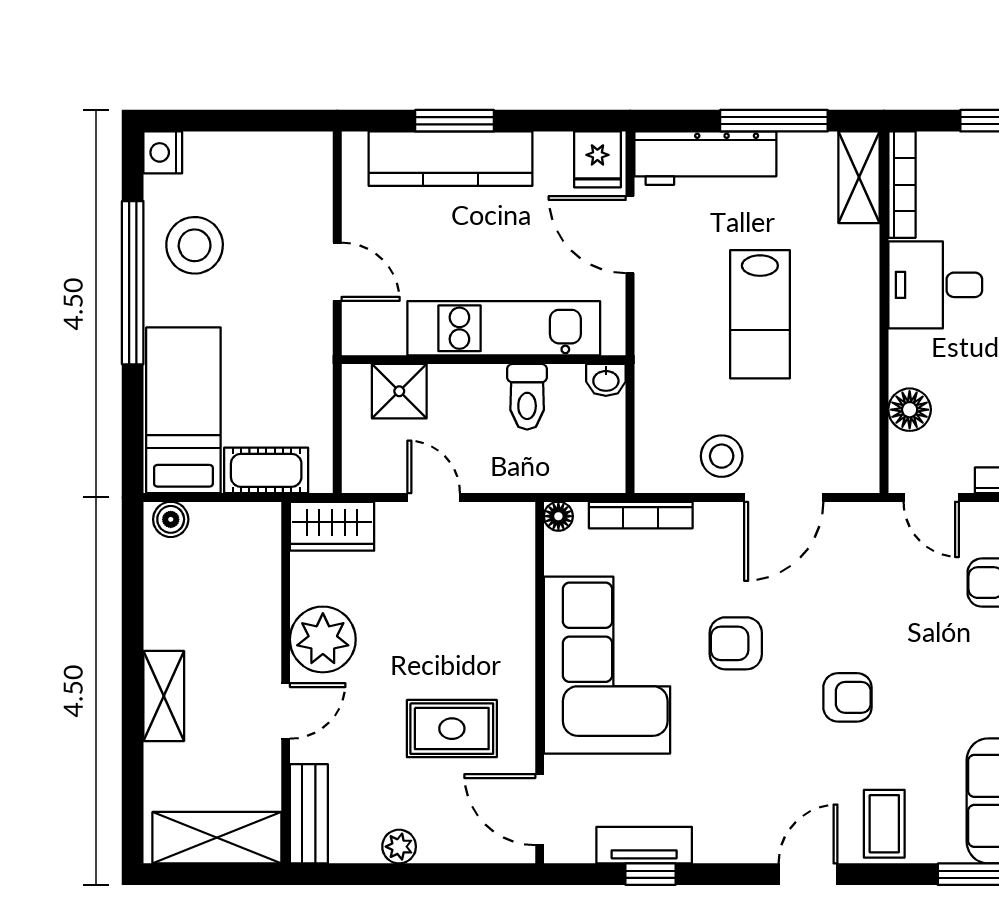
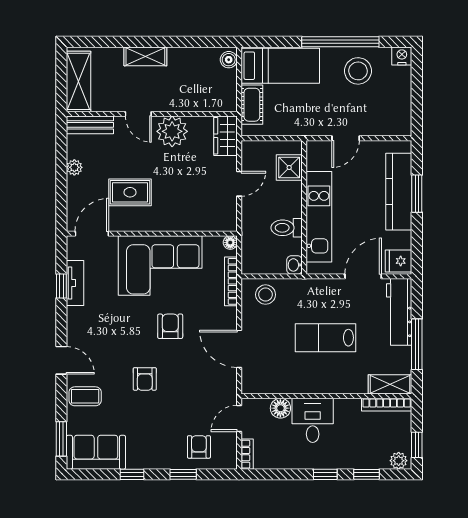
desk: (935, 285) -> (313, 420), moved
stool: (722, 456) -> (266, 295), moved
rug: (452, 729) -> (130, 192), turned 90

